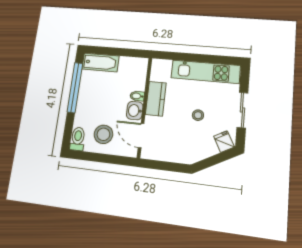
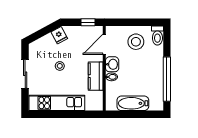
bathtub: (100, 62) -> (133, 103), moved
door: (141, 136) -> (104, 44), swing flipped
fridge: (224, 142) -> (59, 35), moved
window: (158, 165) -> (88, 22), added

